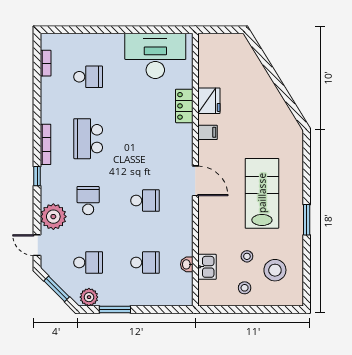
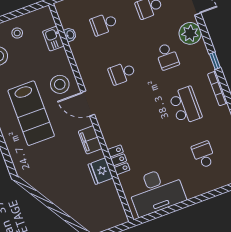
school desk: (88, 77) -> (204, 155), turned 90
filing cabinet: (207, 132) -> (90, 140), width x2.00
stool: (247, 256) -> (60, 84), moved, width x1.89, depth x1.89

